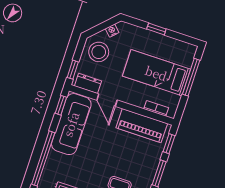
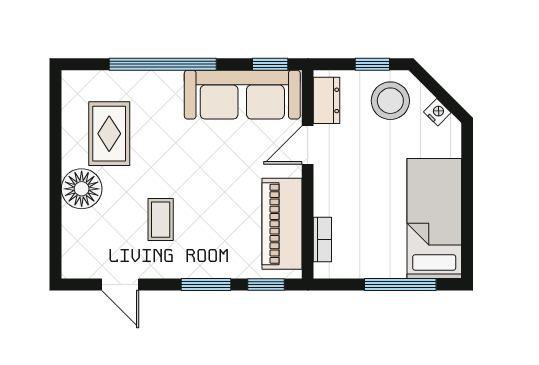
window: (156, 29) -> (467, 192), removed
window: (73, 70) -> (372, 64), moved
bed: (156, 73) -> (434, 219), moved

